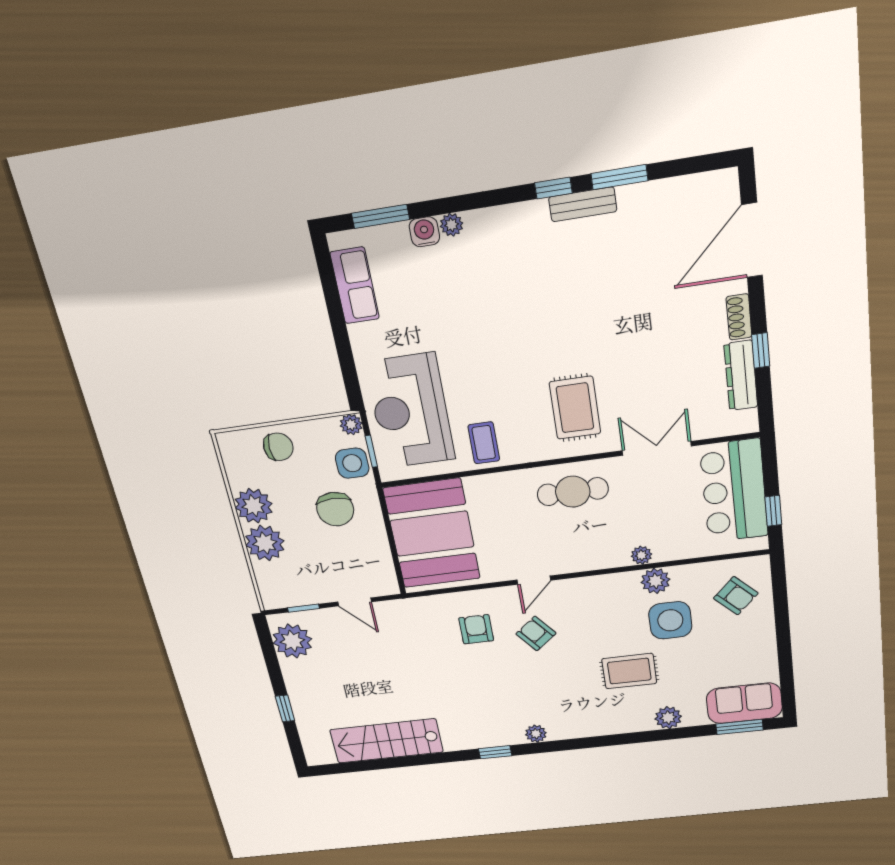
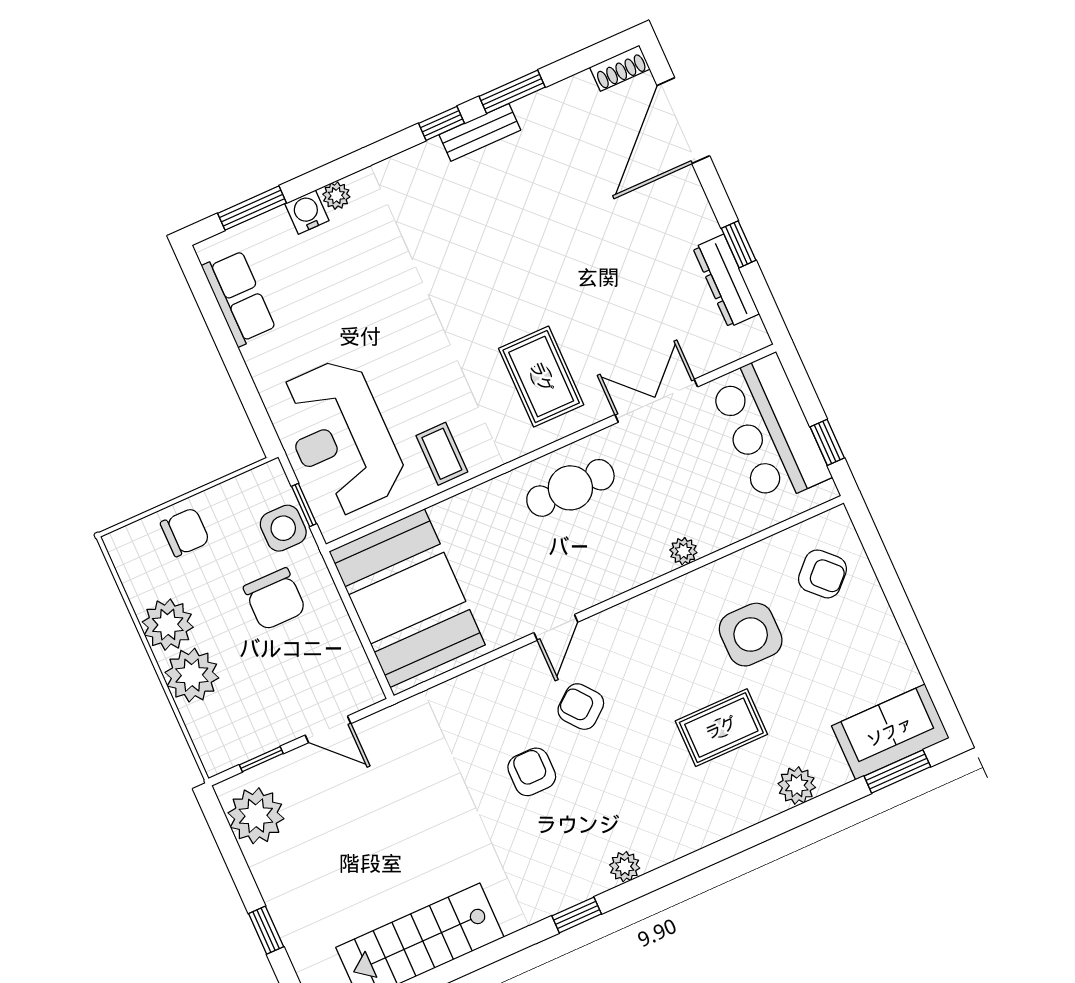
shoe rack: (739, 317) -> (620, 68), moved, turned -90
plant: (351, 424) -> (271, 476), removed
plant: (655, 581) -> (713, 583), removed
armchair: (476, 629) -> (532, 772), moved

